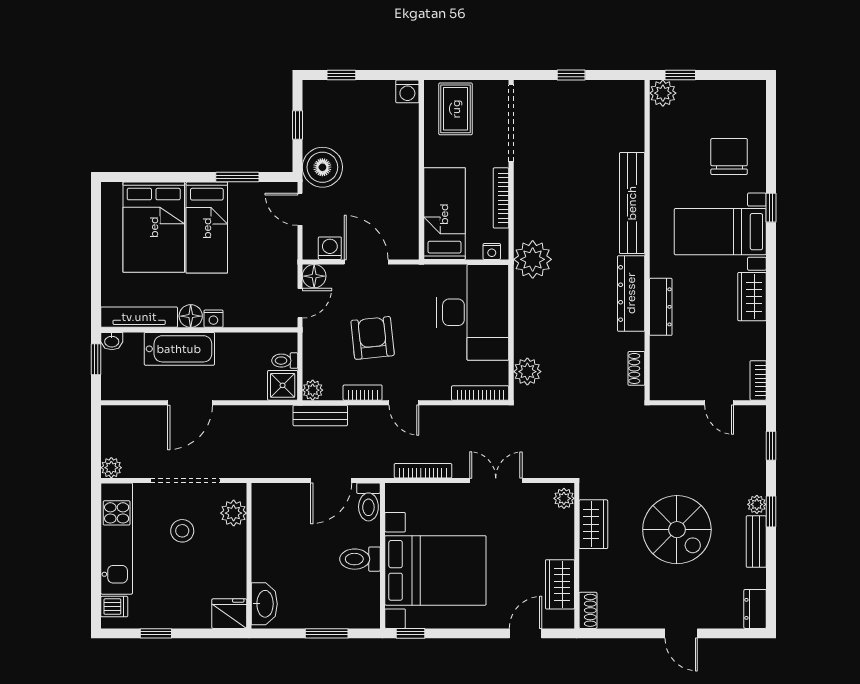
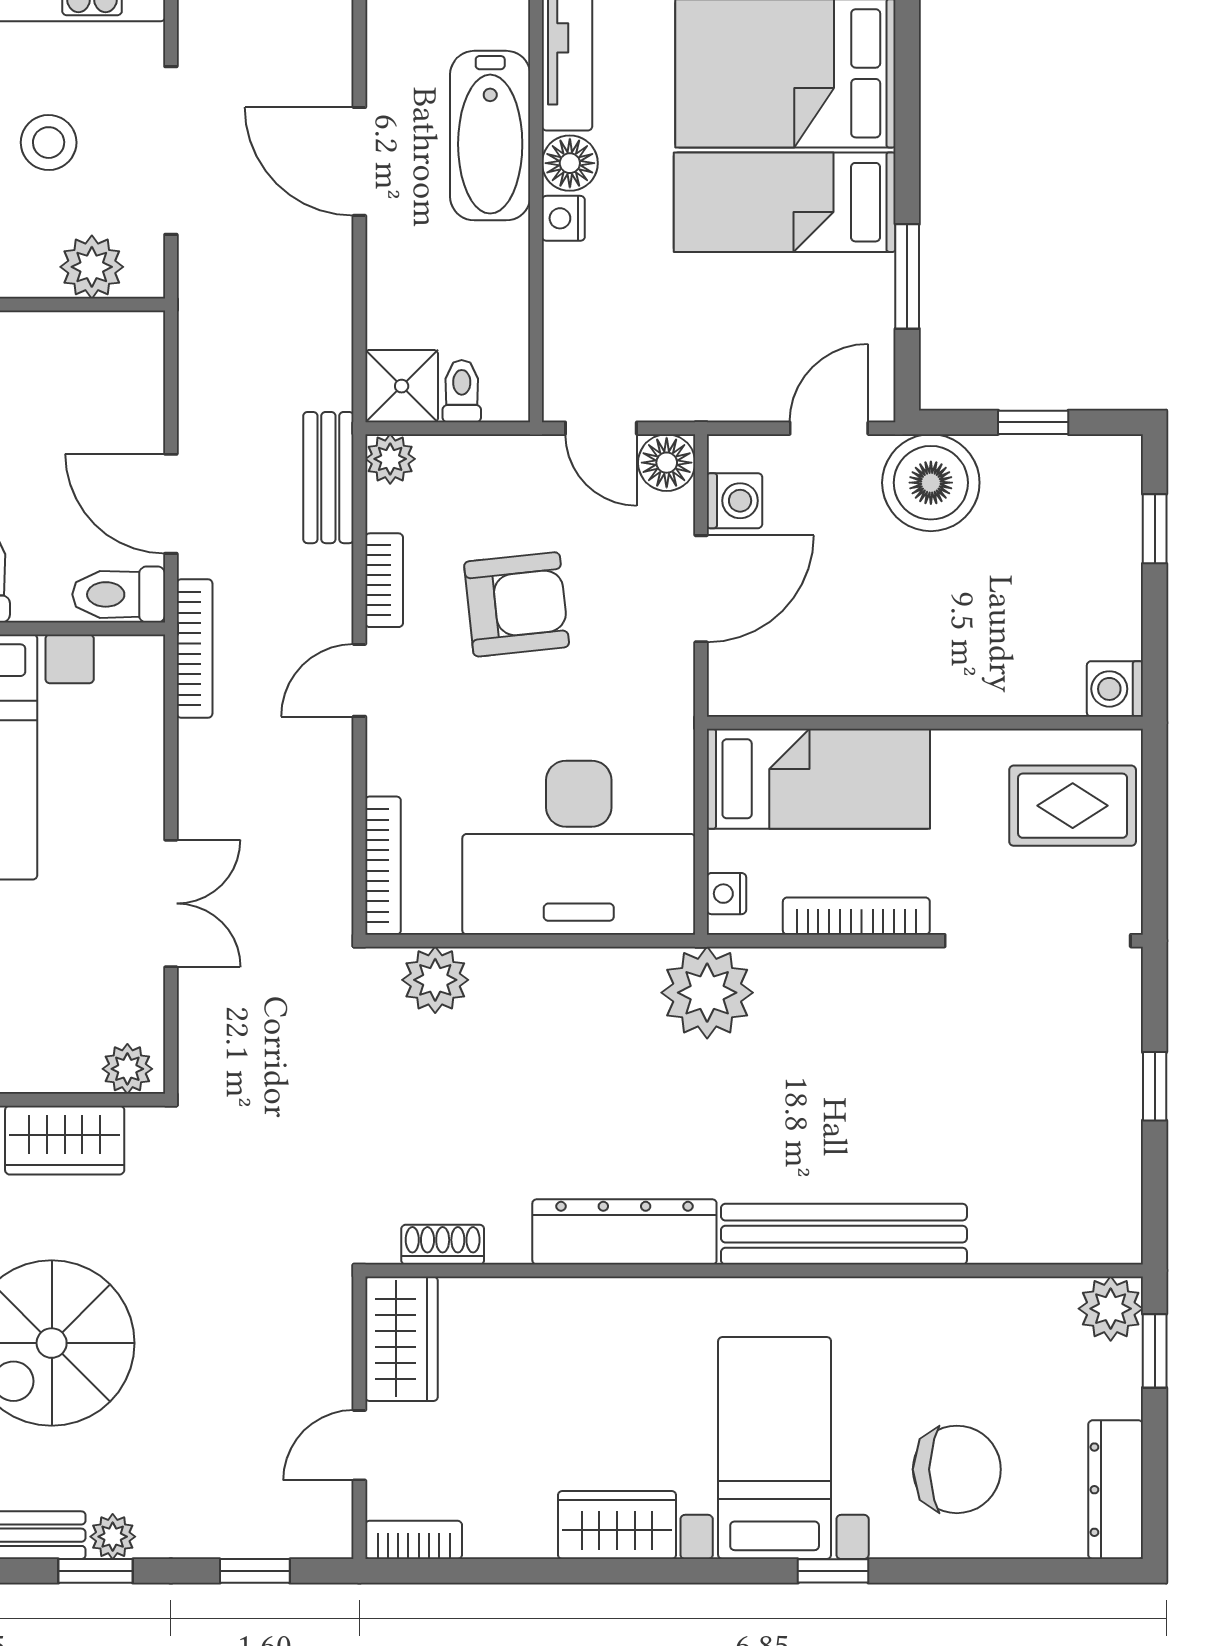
dresser: (661, 307) -> (1116, 1490), moved, turned 90
wardrobe: (675, 385) -> (401, 1339), added
bookcase: (423, 471) -> (195, 649), moved

